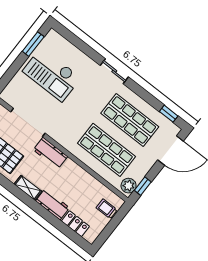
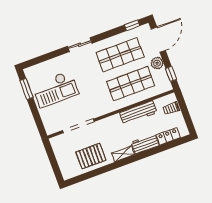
workbench: (50, 153) -> (138, 113), moved, width x1.37
plant: (129, 186) -> (157, 63), moved

